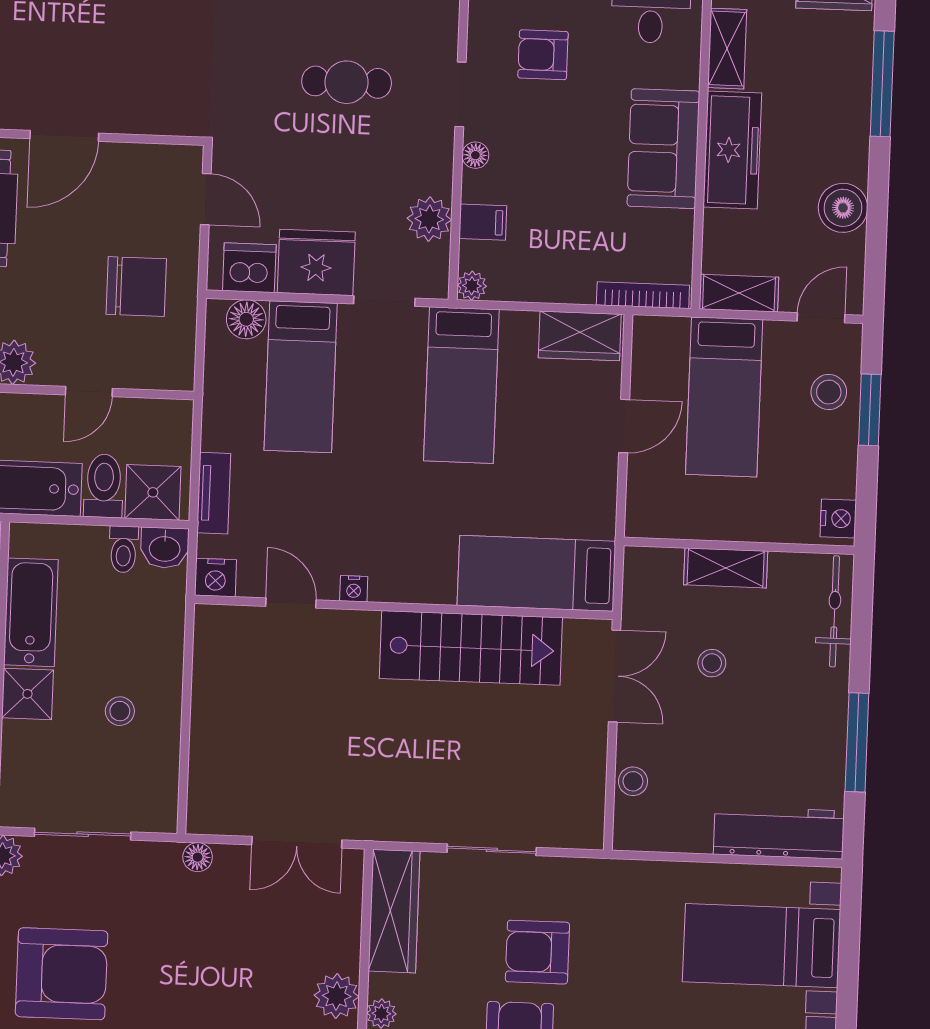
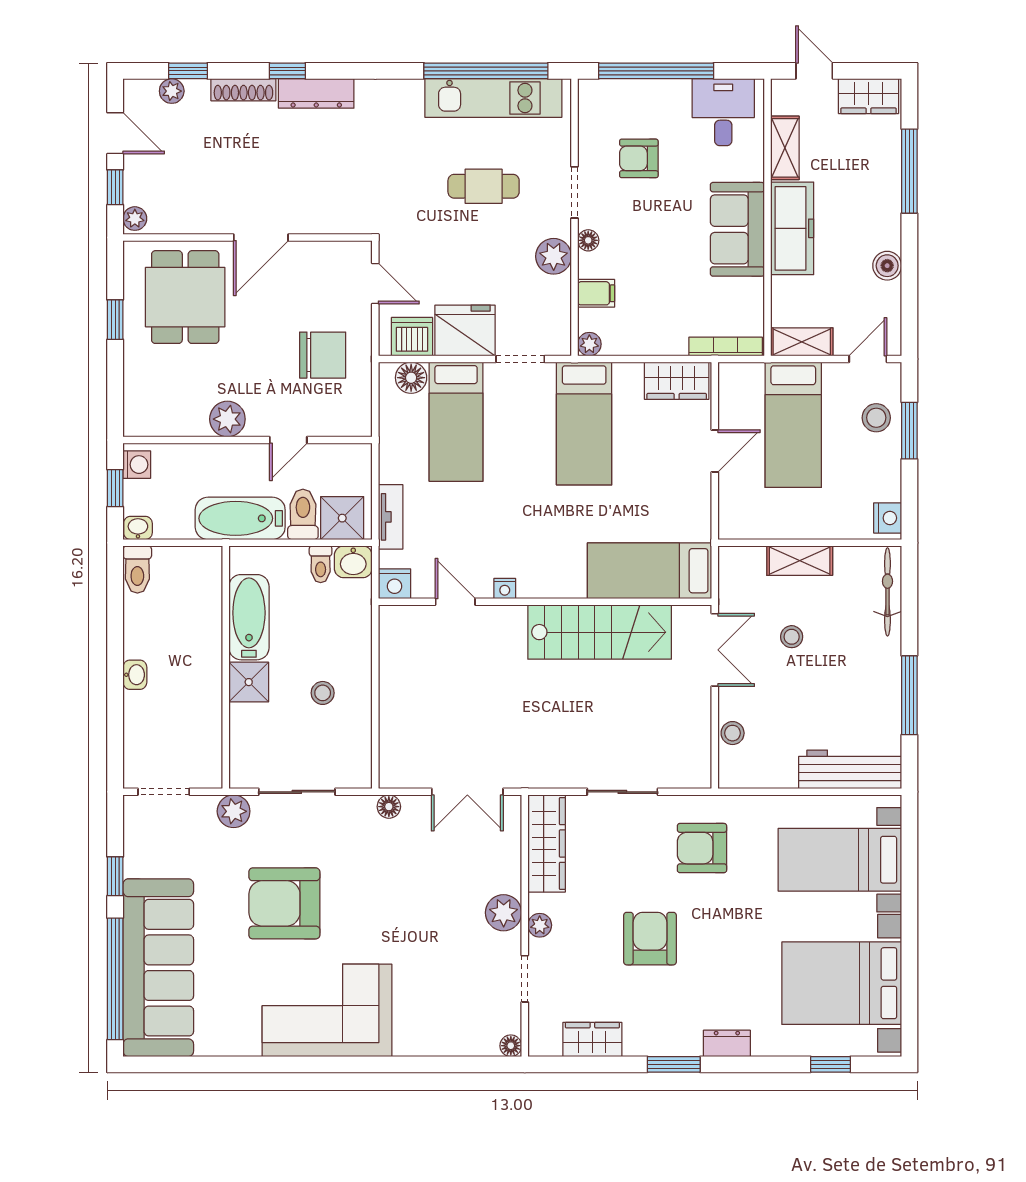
boiler: (843, 208) -> (887, 266), width x0.73, depth x0.73
plant: (429, 219) -> (554, 256), moved
armchair: (537, 952) -> (702, 848), moved
armchair: (62, 974) -> (284, 903), turned 180

